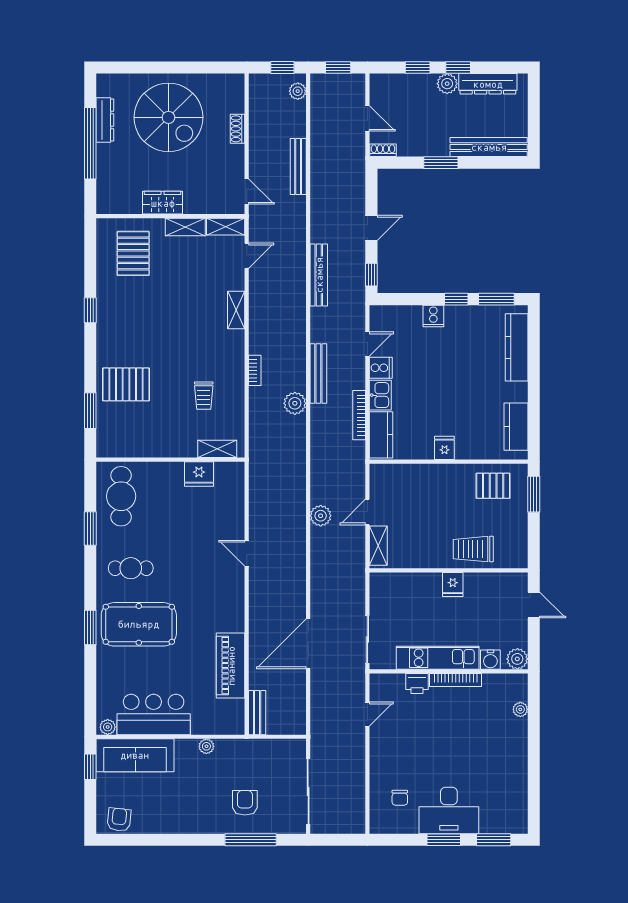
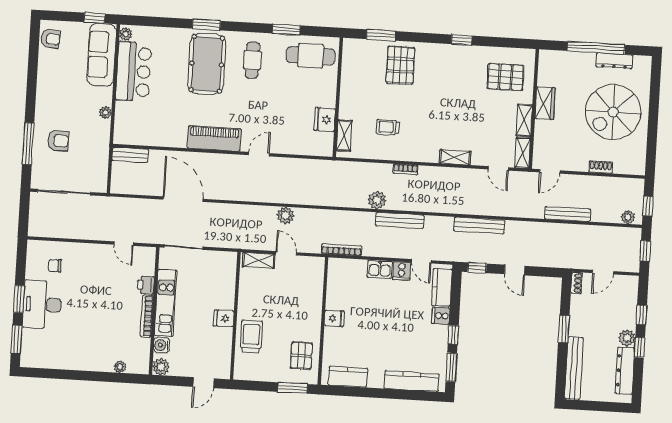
bookcase: (359, 415) -> (341, 250), moved
kitchen counter: (381, 435) -> (442, 287), moved, turned 90
piano: (231, 666) -> (214, 138), moved

